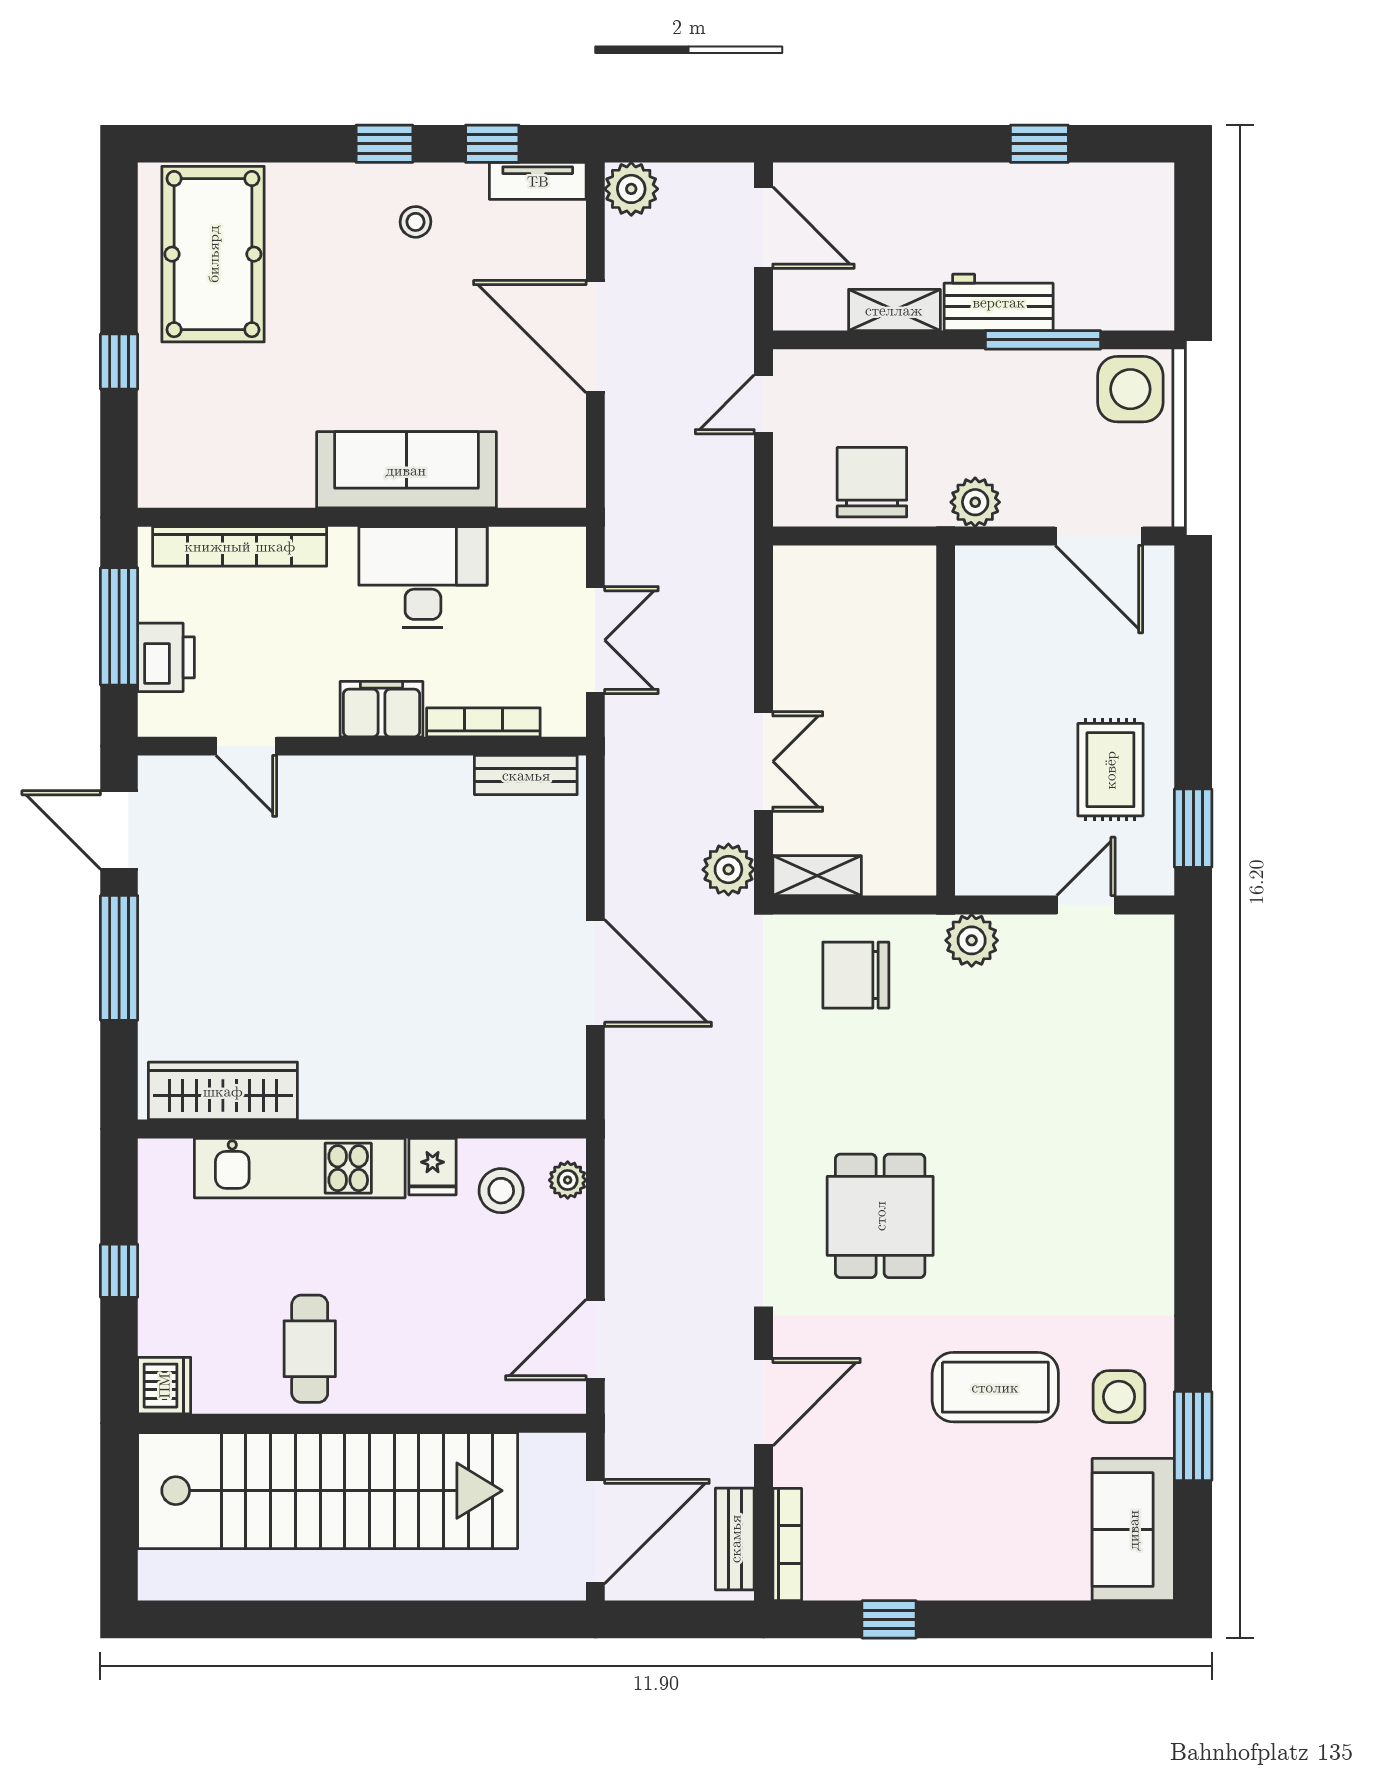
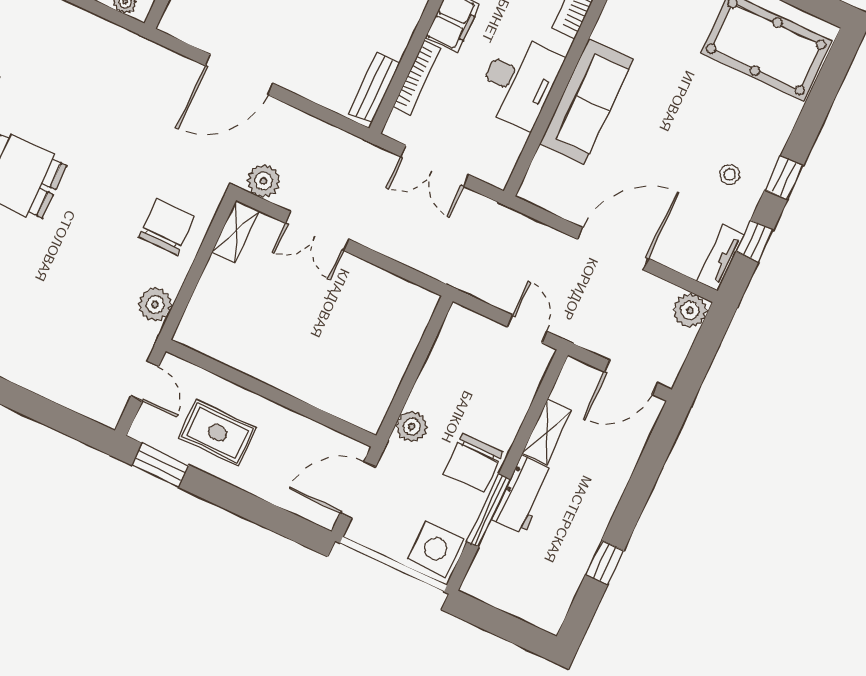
chair: (872, 482) -> (473, 463), moved, turned 90
wall: (946, 720) -> (271, 393), moved

